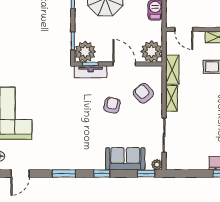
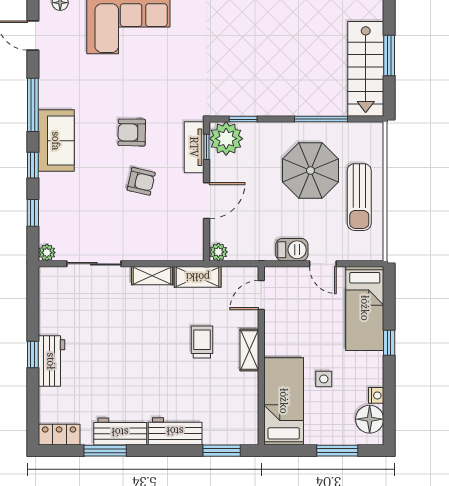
plant: (152, 51) -> (218, 252), width x0.53, depth x0.53
armchair: (143, 93) -> (132, 132), moved, turned -138
sofa: (125, 159) -> (56, 141), moved
window: (64, 174) -> (33, 105), width x1.44
window: (146, 174) -> (33, 213), moved

